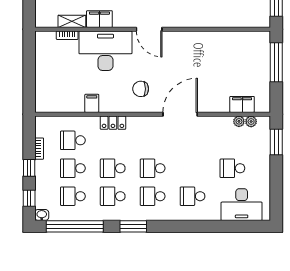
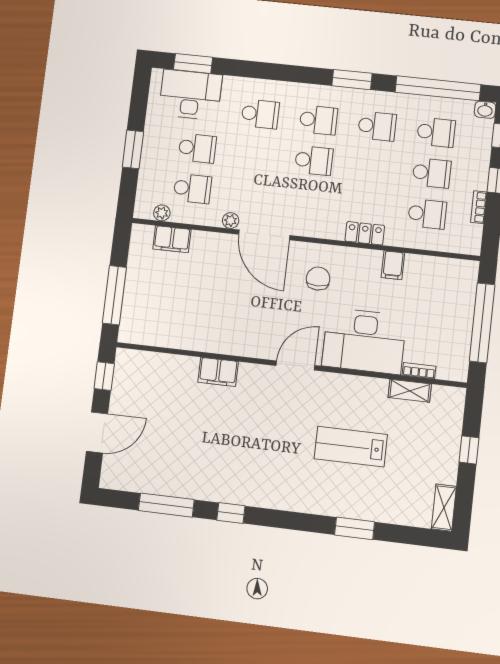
filing cabinet: (99, 19) -> (218, 372), moved
door: (149, 29) -> (295, 365), hinge flipped
window: (29, 72) -> (482, 323), added
chair: (141, 89) -> (318, 279), turned -90
door: (180, 114) -> (264, 235), hinge flipped
plant: (239, 121) -> (231, 221), moved
window: (276, 142) -> (133, 149), moved
school desk: (113, 168) -> (192, 189), moved
window: (242, 226) -> (193, 63), added

